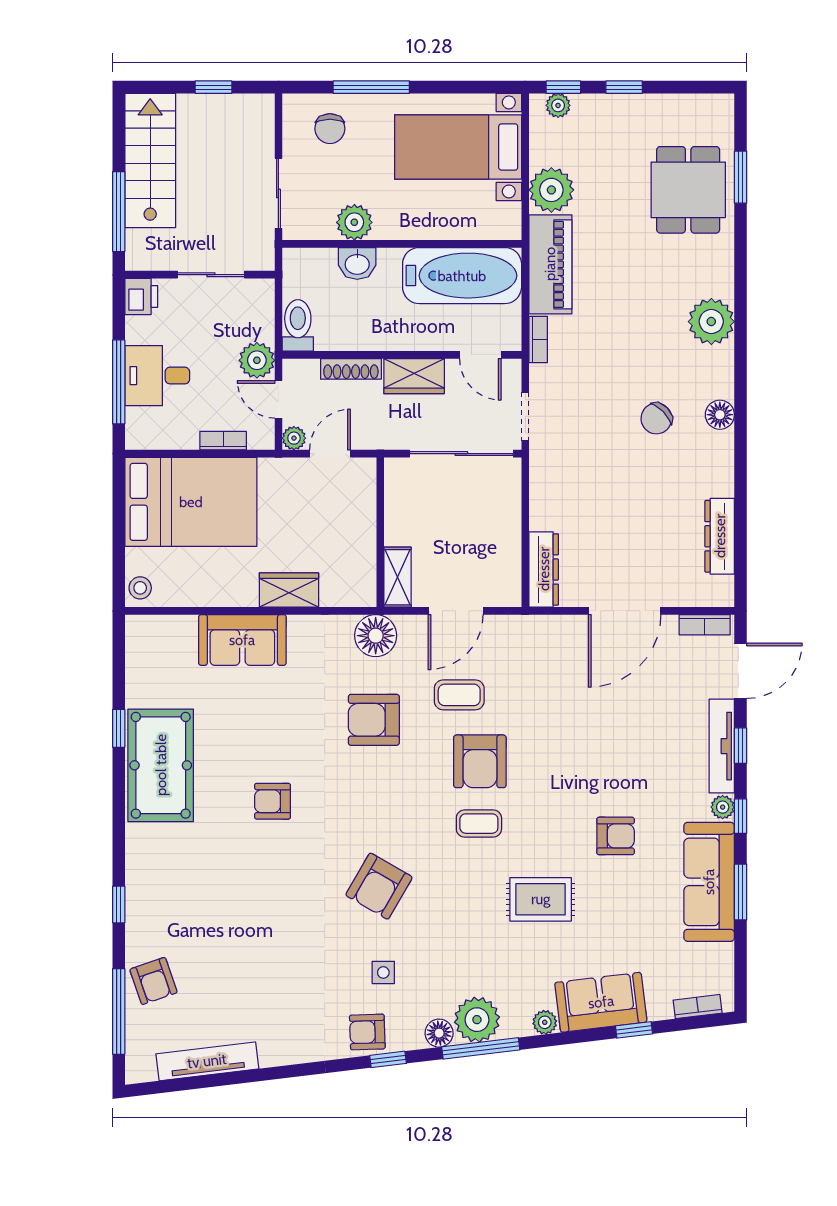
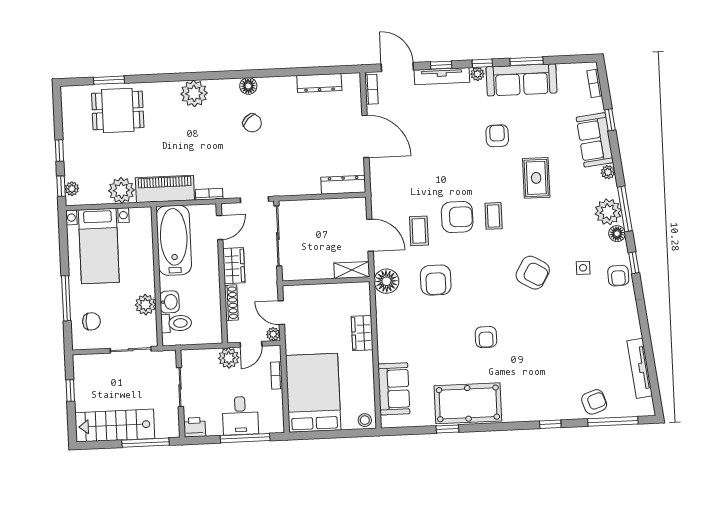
toilet: (298, 325) -> (176, 323), moved, turned 180
sofa: (242, 640) -> (394, 389), moved

